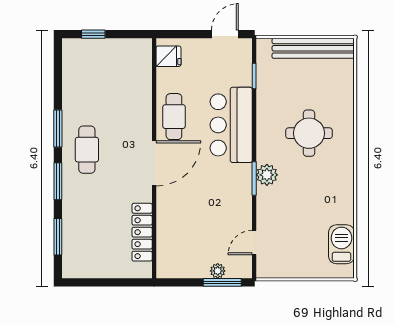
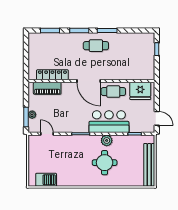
fridge: (168, 56) -> (140, 91), width x1.88, depth x1.34
plant: (267, 175) -> (107, 140), moved
piano: (168, 242) -> (47, 88), added

